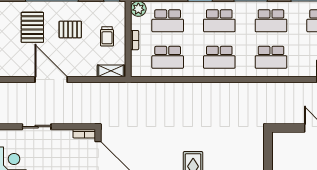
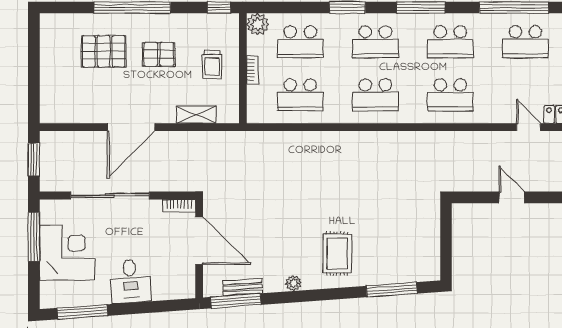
pallet: (32, 27) -> (104, 51), turned 90
shelving: (111, 71) -> (196, 115), moved
door: (51, 80) -> (131, 127), swing flipped
sliding door: (37, 127) -> (110, 196), width x1.86

